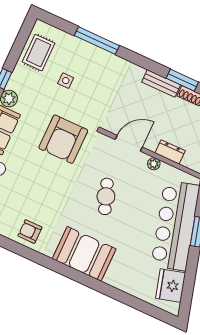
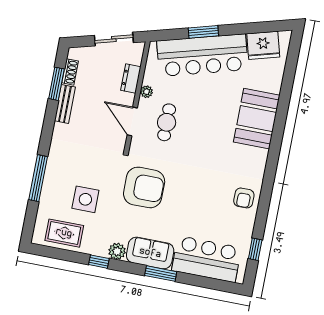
side table: (66, 81) -> (85, 199), width x1.87, depth x1.87
cafe table: (106, 196) -> (167, 122), moved, turned -70
booth: (84, 254) -> (257, 119), moved

